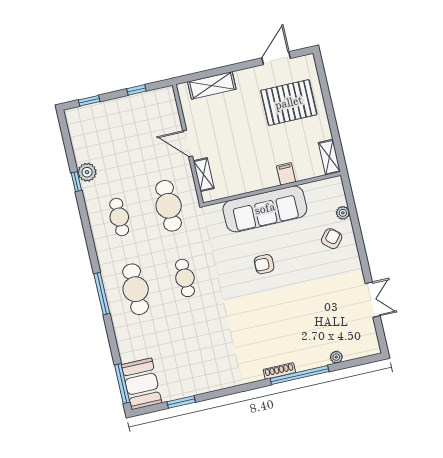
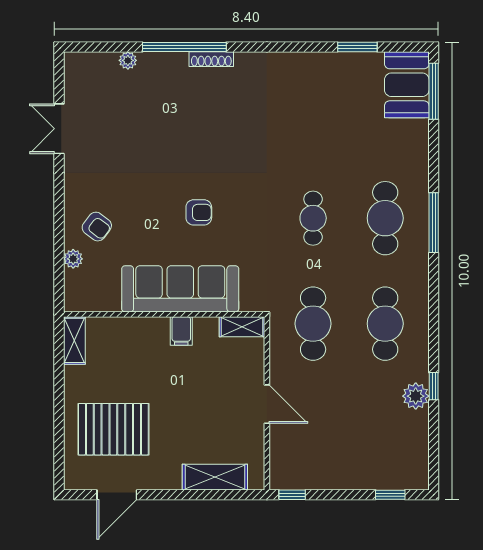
window: (136, 90) -> (292, 495), moved
filing cabinet: (286, 174) -> (181, 331), moved
shelving: (204, 175) -> (242, 327), moved, turned 90
cafe table: (119, 217) -> (385, 324), width x1.37, depth x1.35
armchair: (332, 239) -> (97, 227), turned -93

